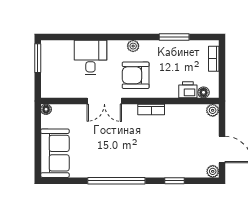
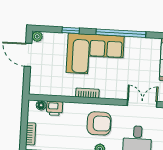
double door: (104, 101) -> (142, 104), moved
plant: (213, 110) -> (34, 89), removed
corner sofa: (145, 155) -> (95, 54), added

